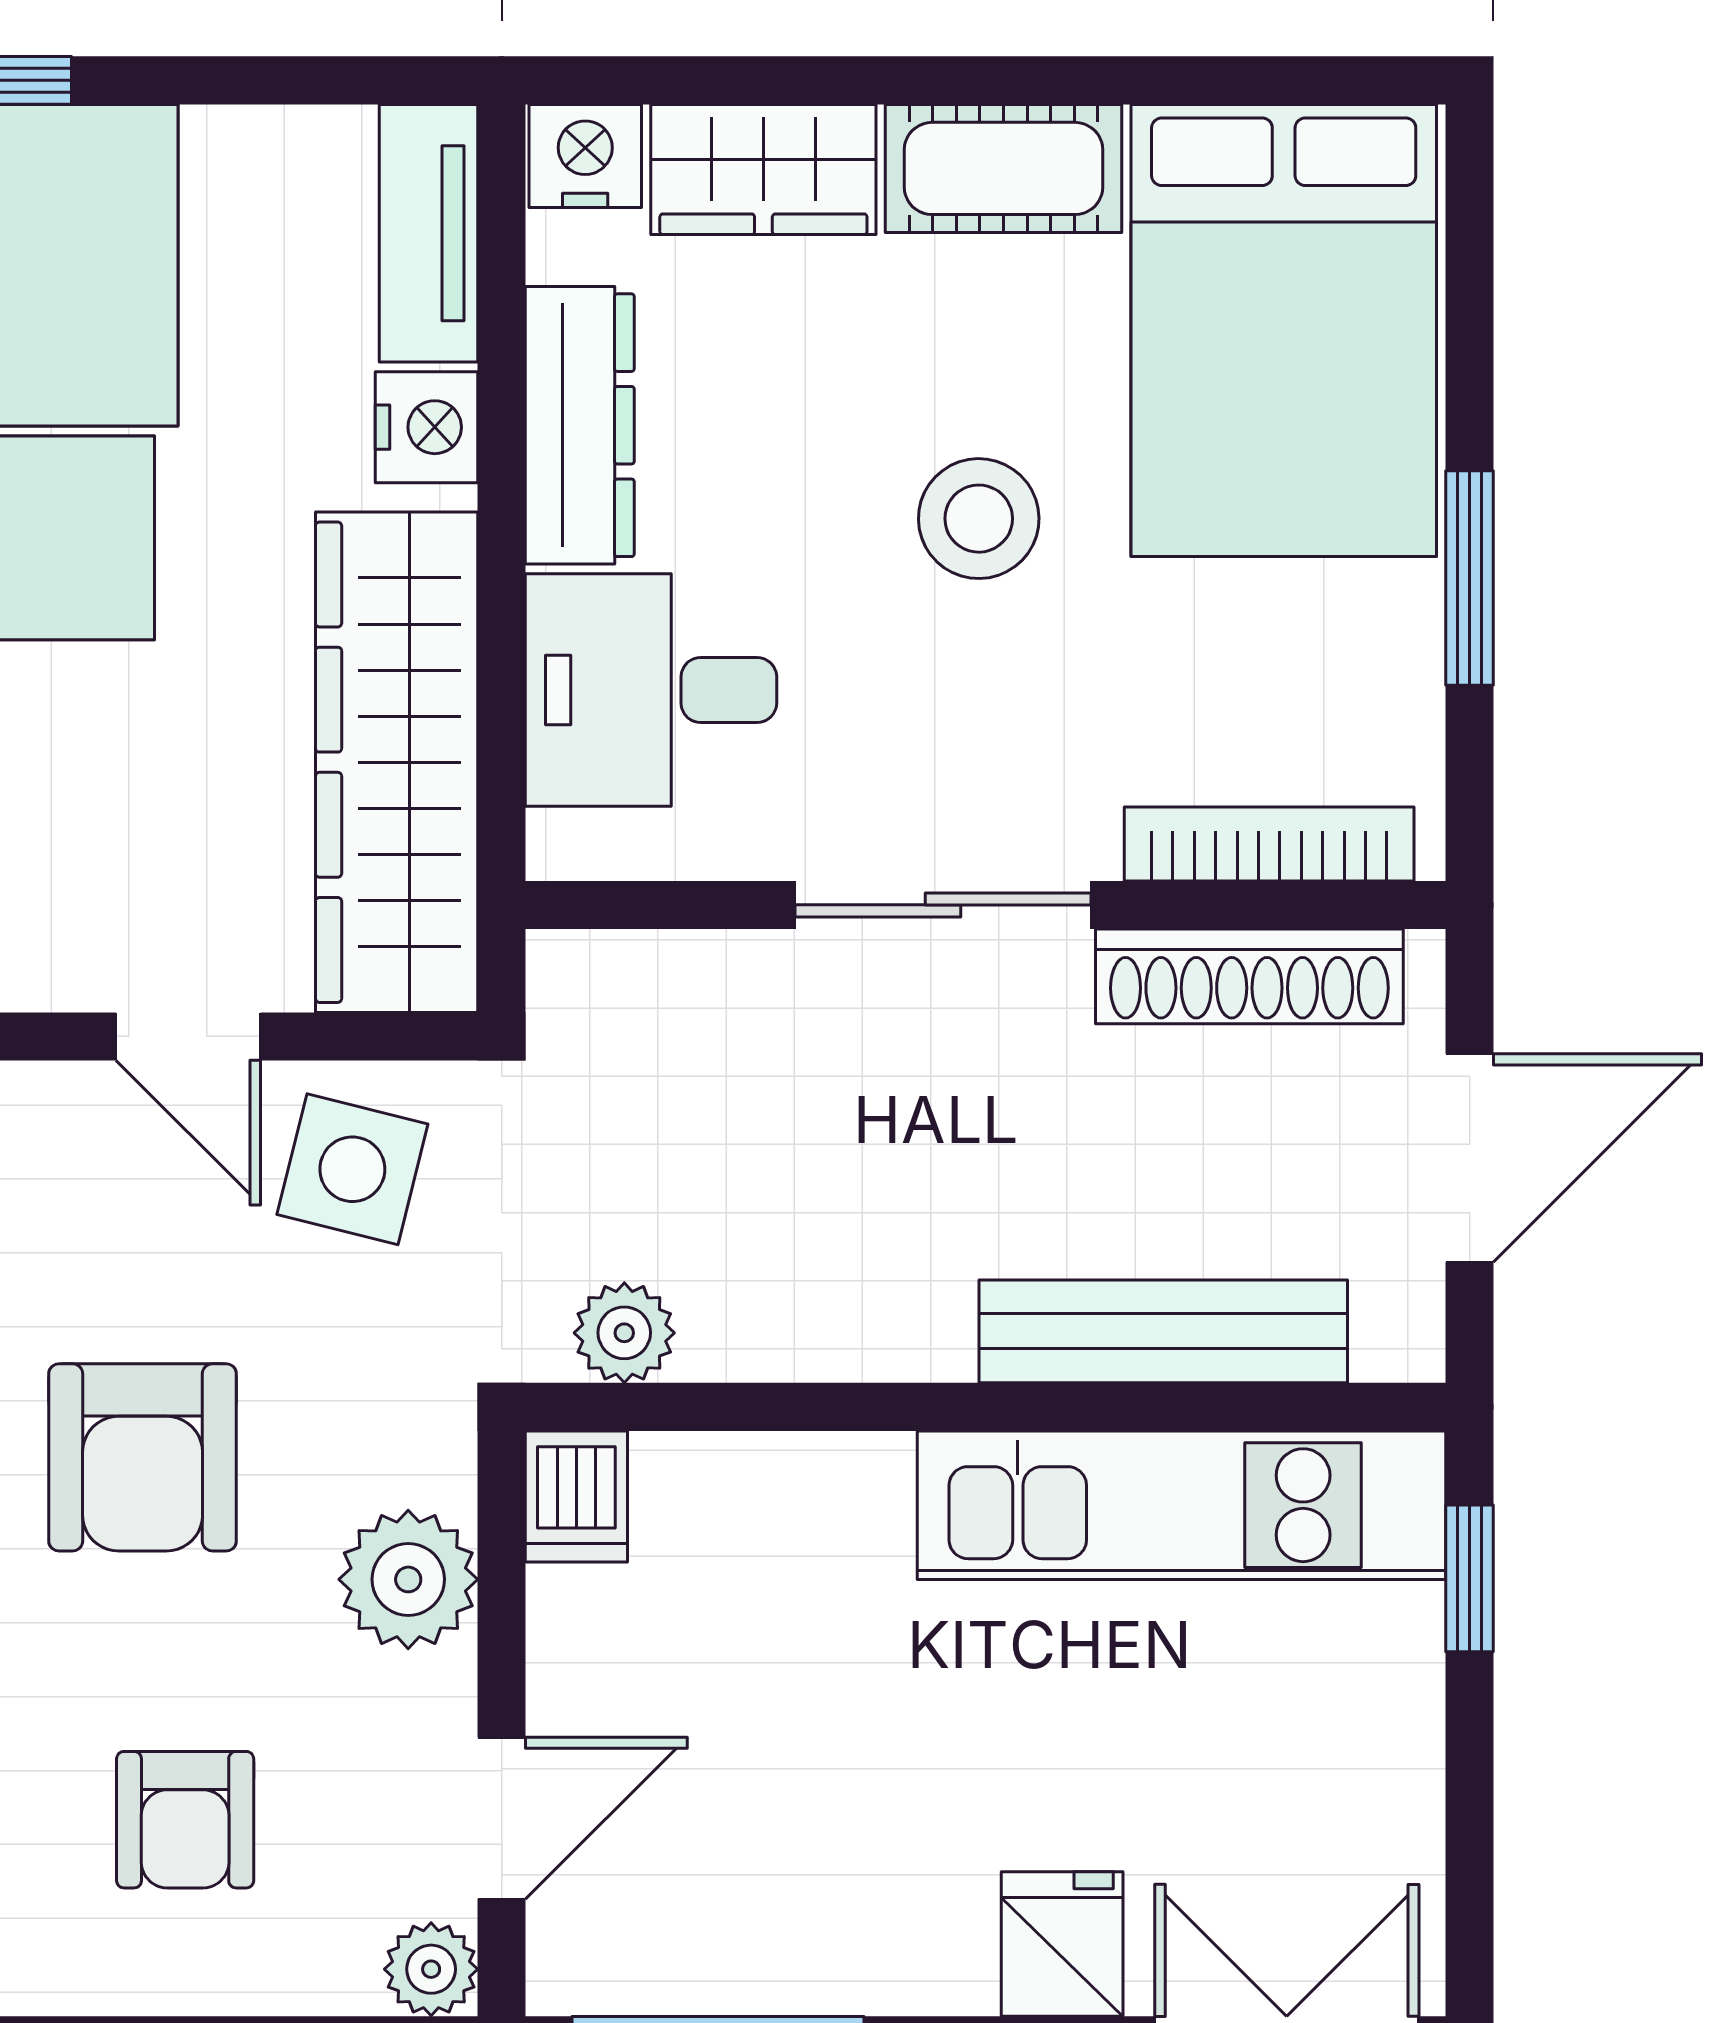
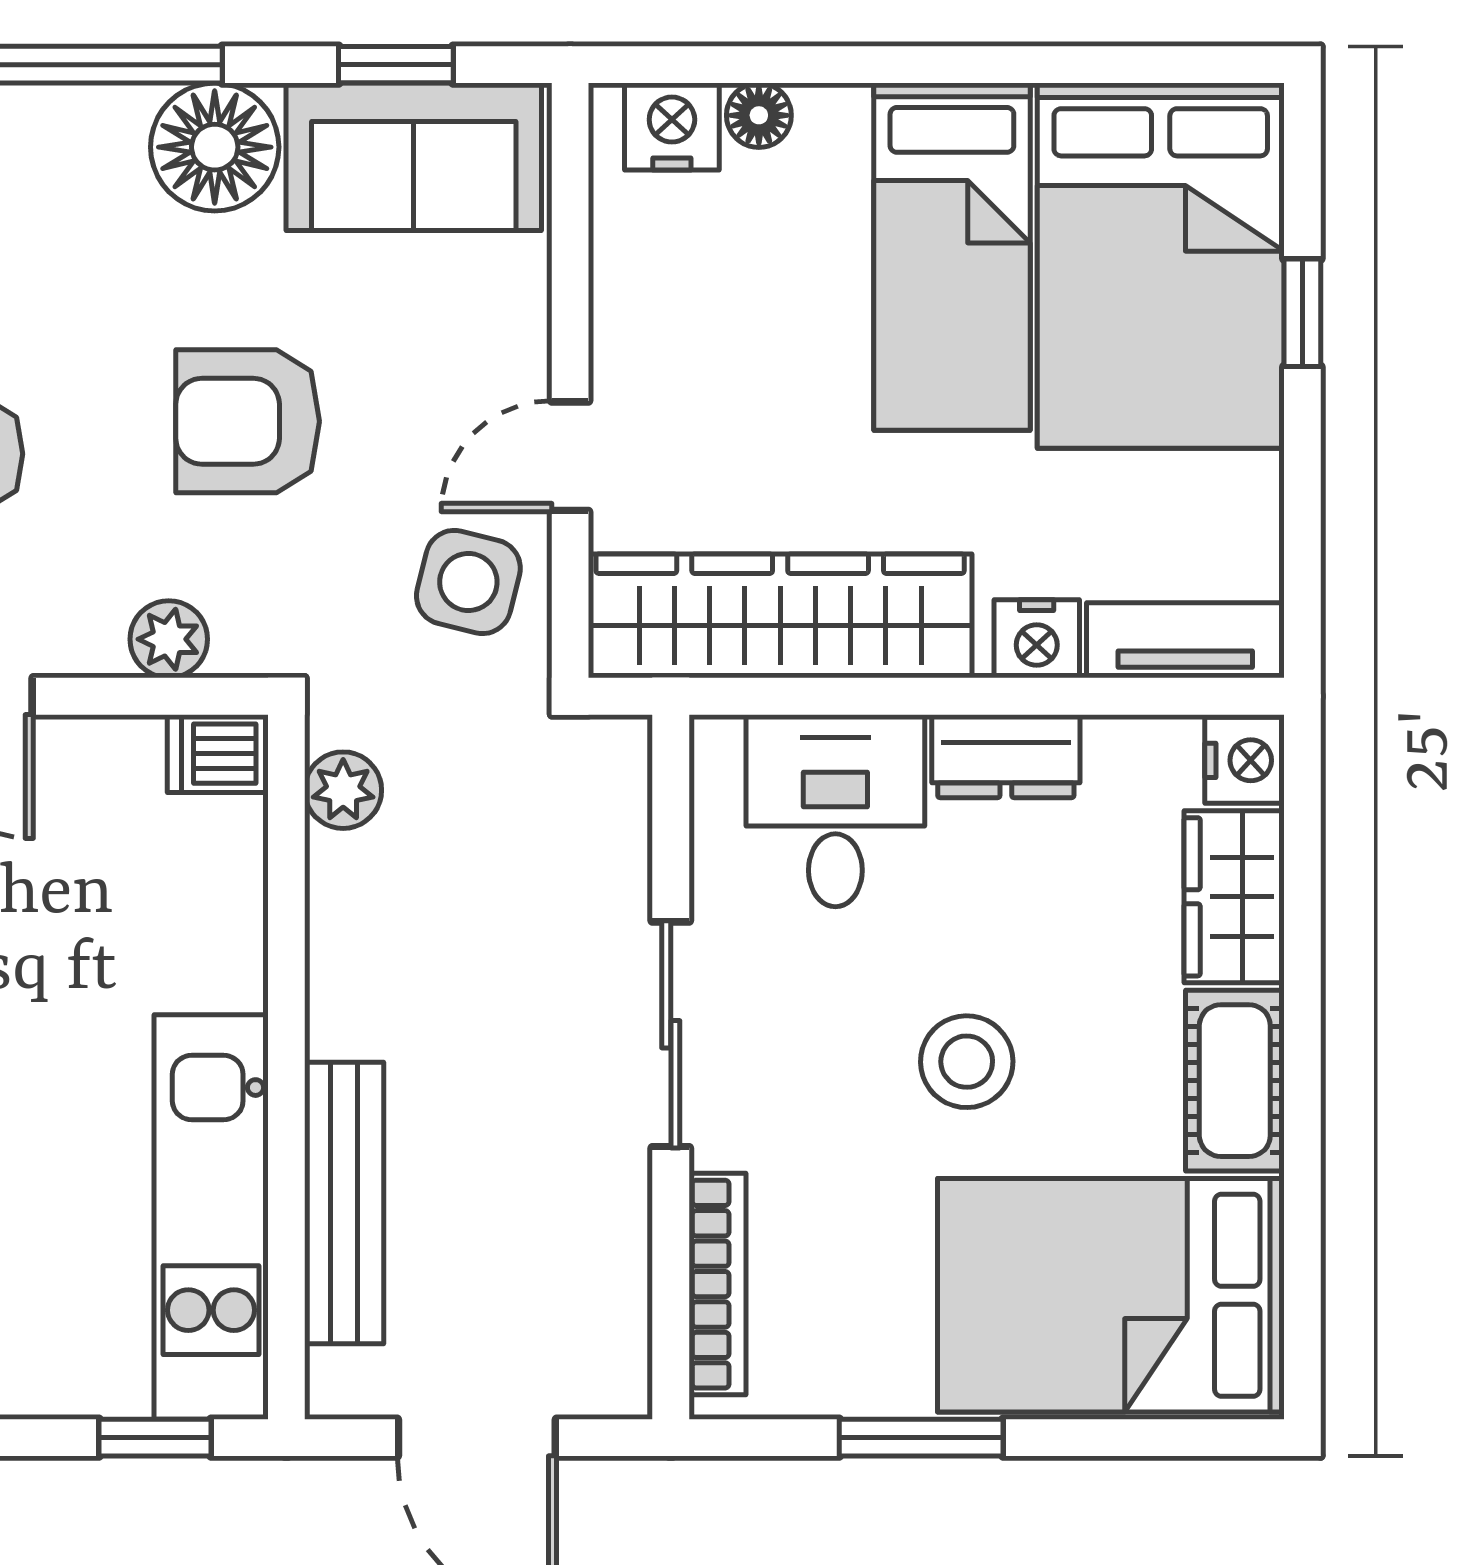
dresser: (580, 425) -> (1006, 756), width x0.70
shoe rack: (1249, 976) -> (616, 1269), removed
plant: (408, 1579) -> (169, 639), width x0.73, depth x0.73

